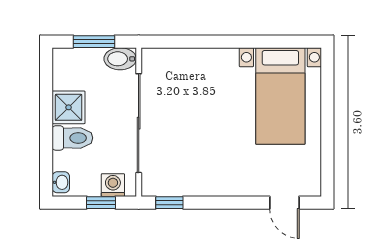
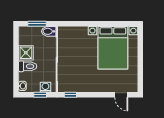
bed with nightstands: (280, 96) -> (113, 48), width x1.36

